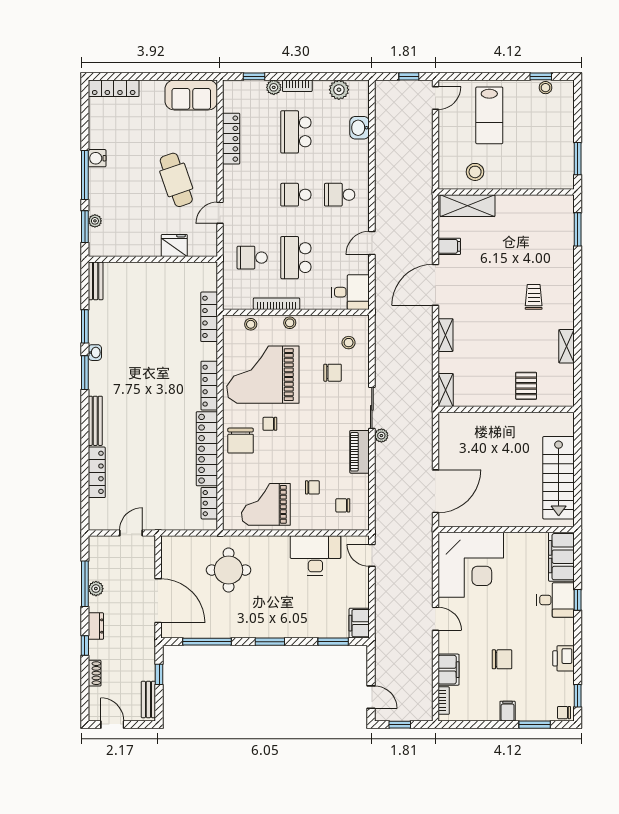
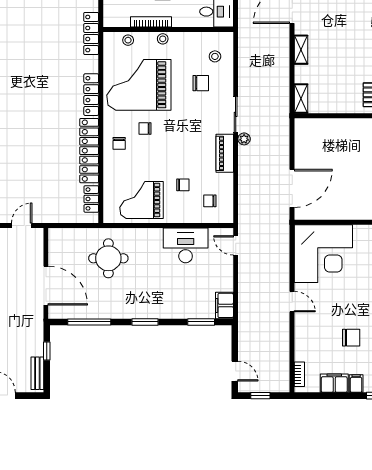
chair: (241, 441) -> (119, 143), width x0.54, depth x0.54
filing cabinet: (449, 670) -> (334, 383), moved, turned -90

